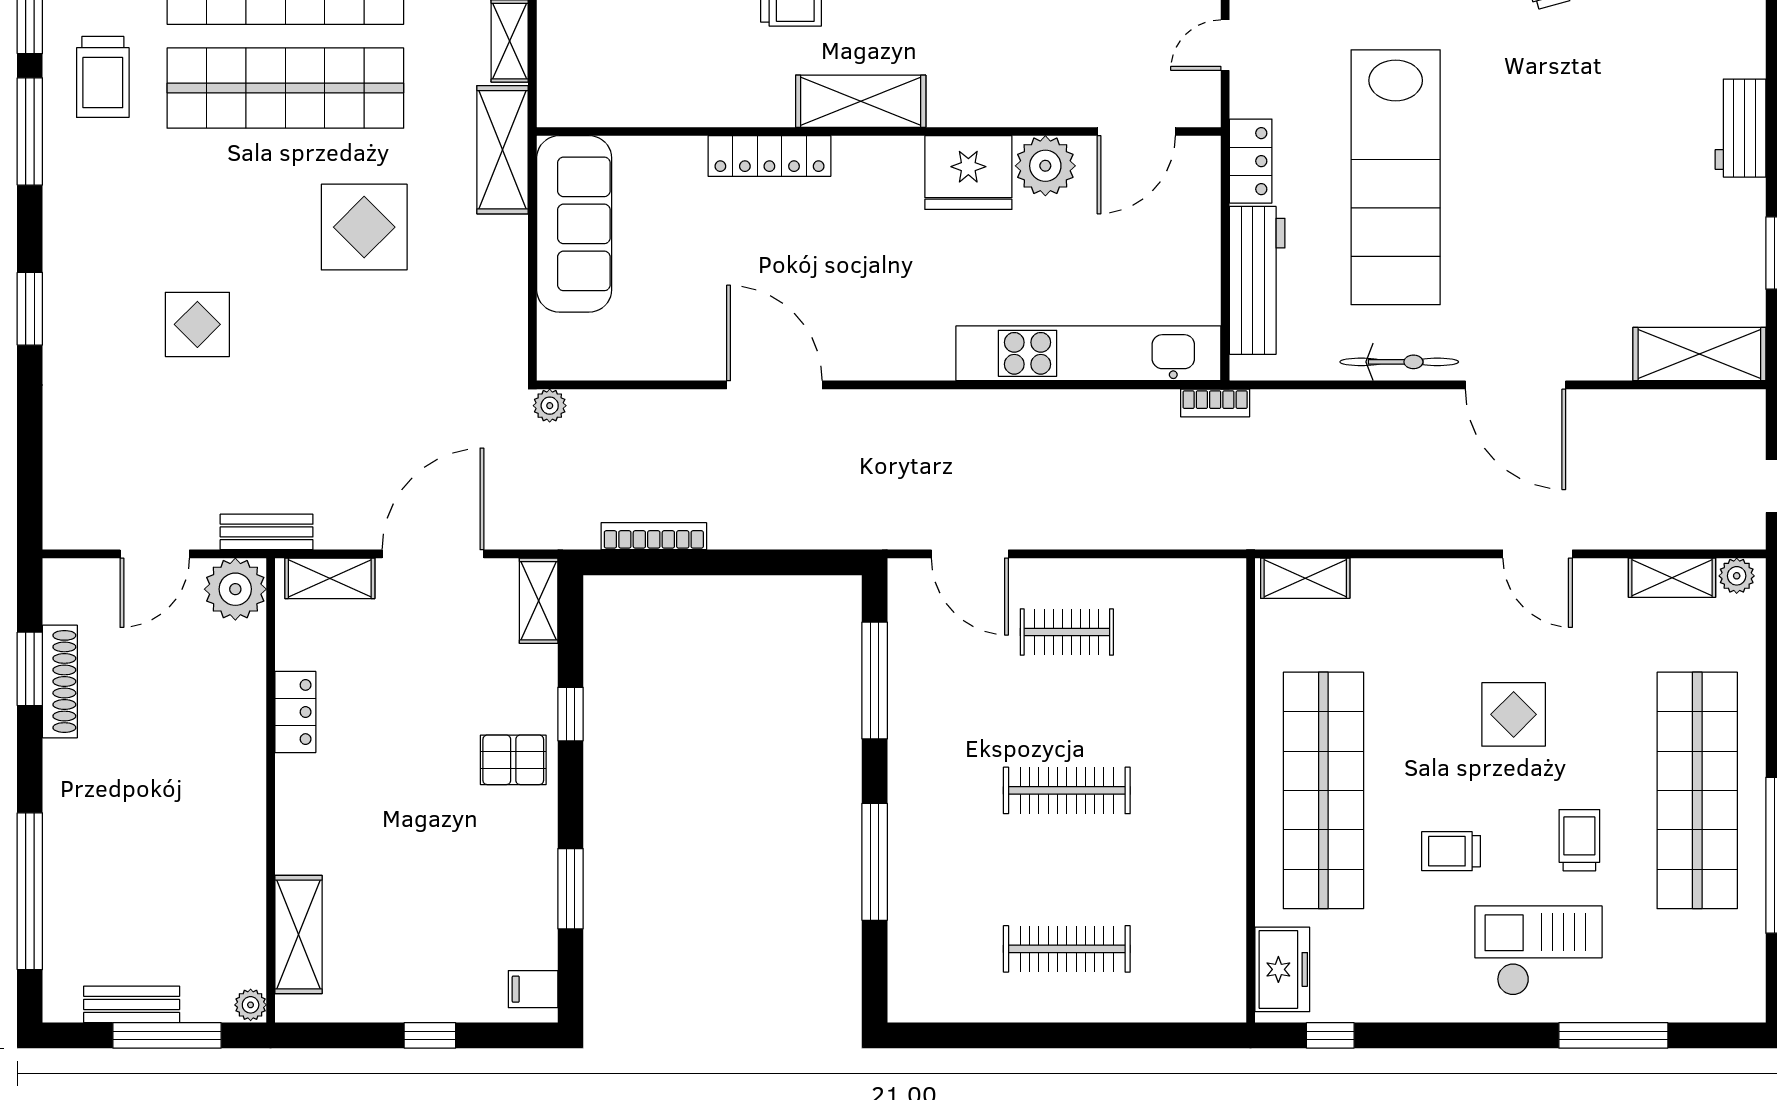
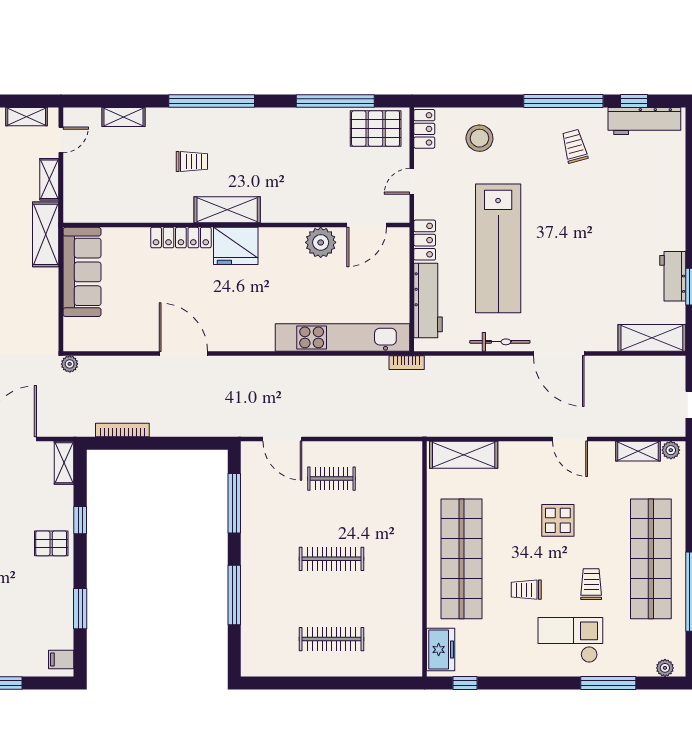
workbench: (1741, 128) -> (673, 276), moved
fridge: (968, 173) -> (236, 246), moved
shelving: (1305, 578) -> (464, 455), width x1.50, depth x1.33
plant: (1725, 1006) -> (665, 668), added

